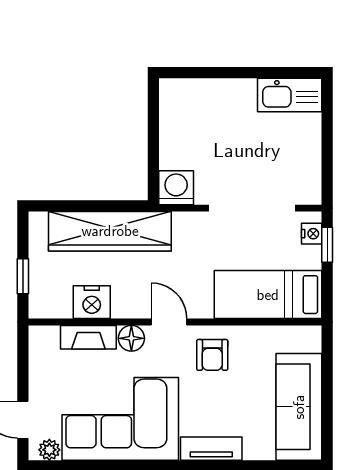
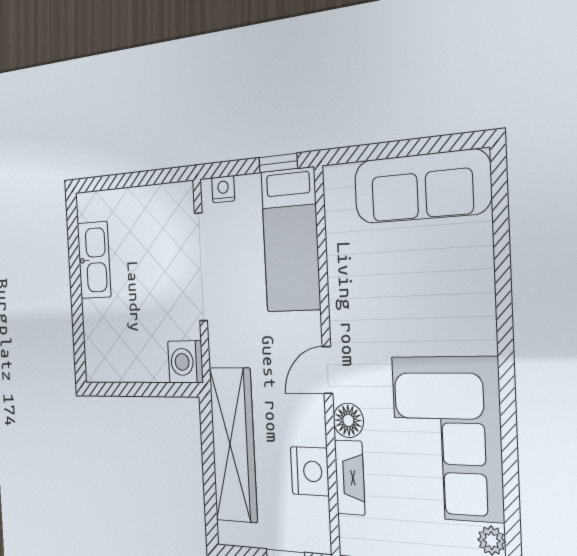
kitchen sink: (290, 95) -> (94, 260), moved
window: (327, 245) -> (278, 163), moved
armchair: (212, 355) -> (363, 311), removed
tv unit: (211, 449) -> (481, 309), removed

